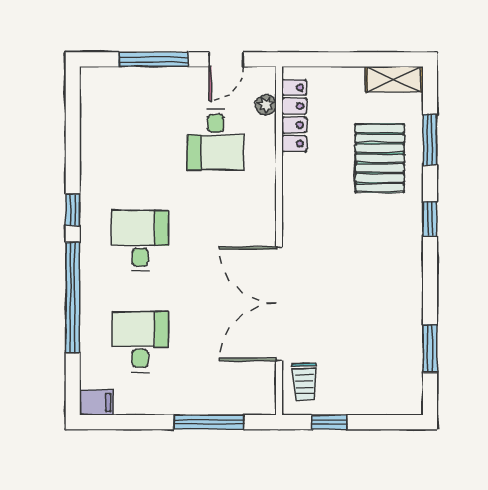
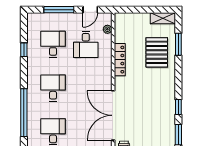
locker: (294, 116) -> (120, 60), moved
desk: (140, 140) -> (53, 44), added
window: (73, 210) -> (24, 50), moved
window: (430, 219) -> (178, 107), moved

